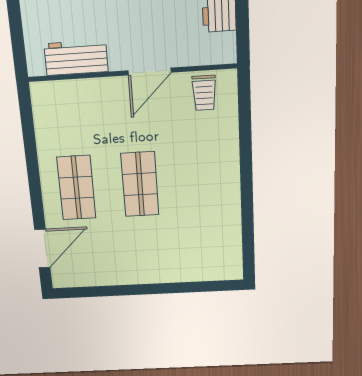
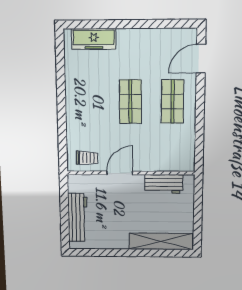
trolley: (204, 93) -> (87, 158), turned 91
freezer: (199, 268) -> (94, 39), added

